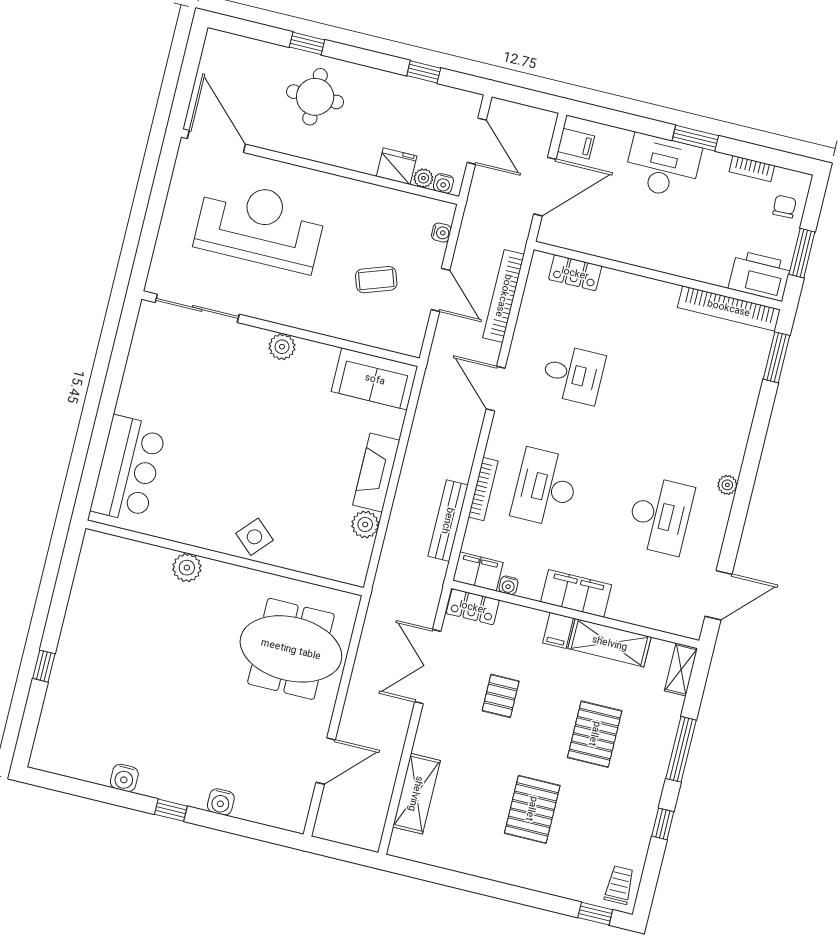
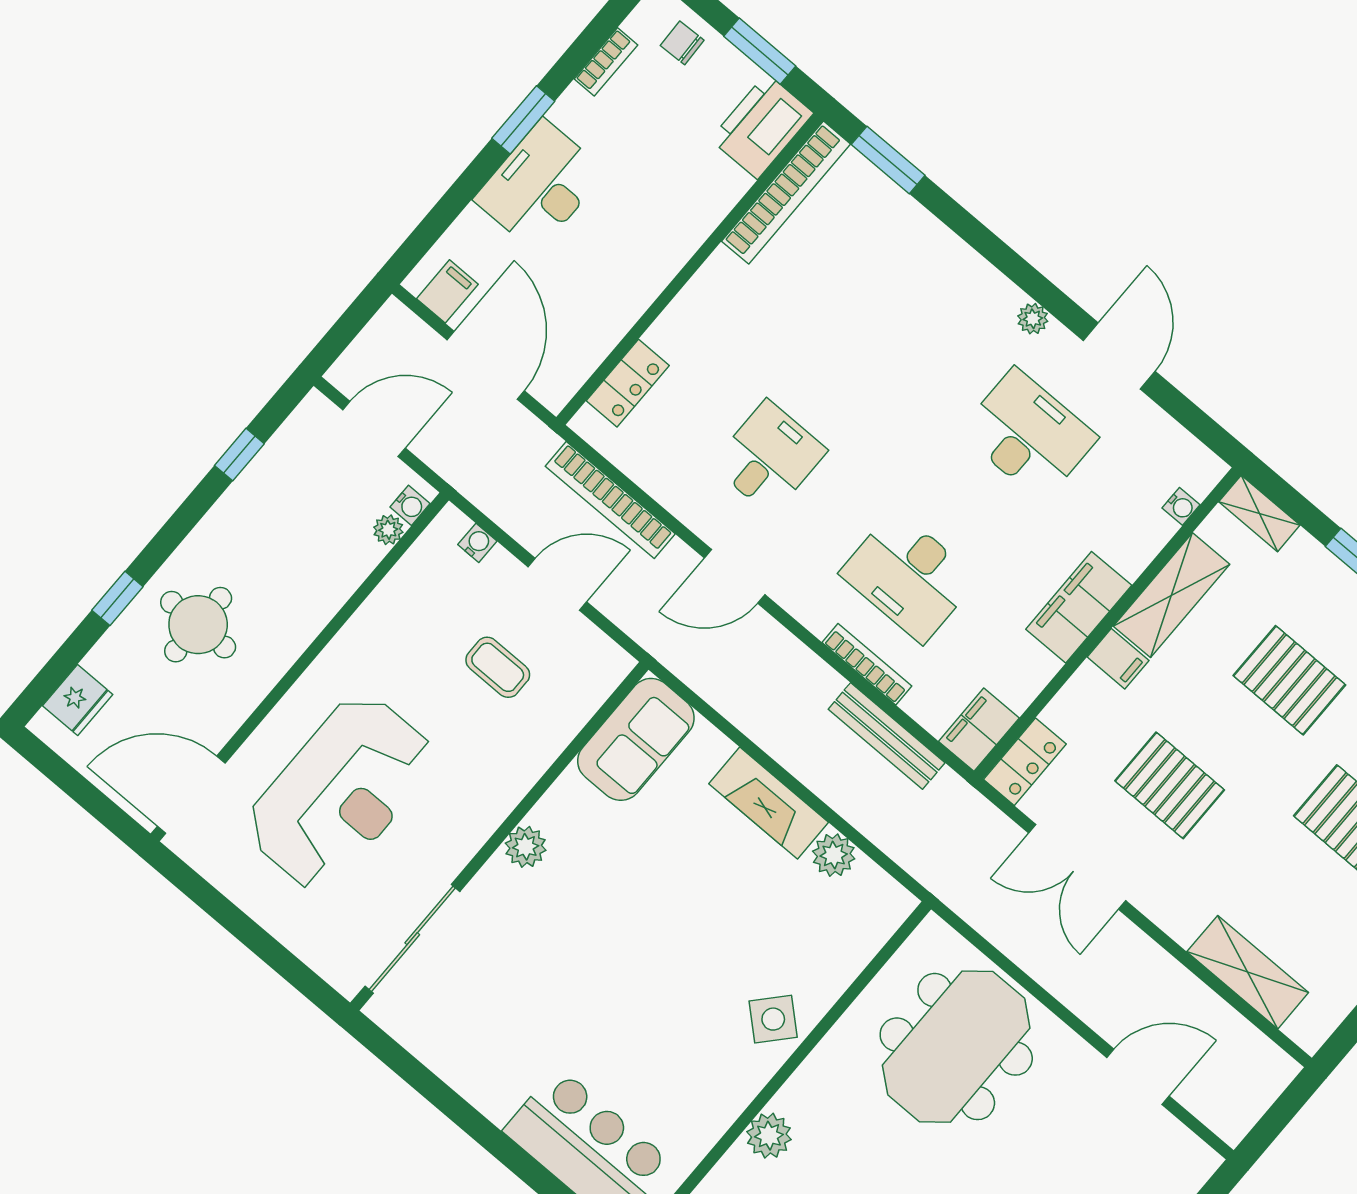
fridge: (397, 166) -> (78, 700), moved, turned 180
reception desk: (260, 226) -> (340, 792), turned 180
coffee table: (376, 280) -> (498, 667), turned -71
water cooler: (508, 585) -> (1181, 506), moved
door: (718, 595) -> (1119, 356), moved
pallet: (501, 696) -> (1170, 785), width x1.50, depth x1.42
door: (326, 761) -> (1138, 1077), hinge flipped

